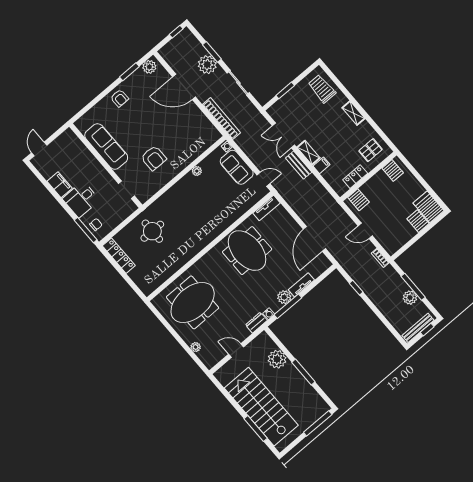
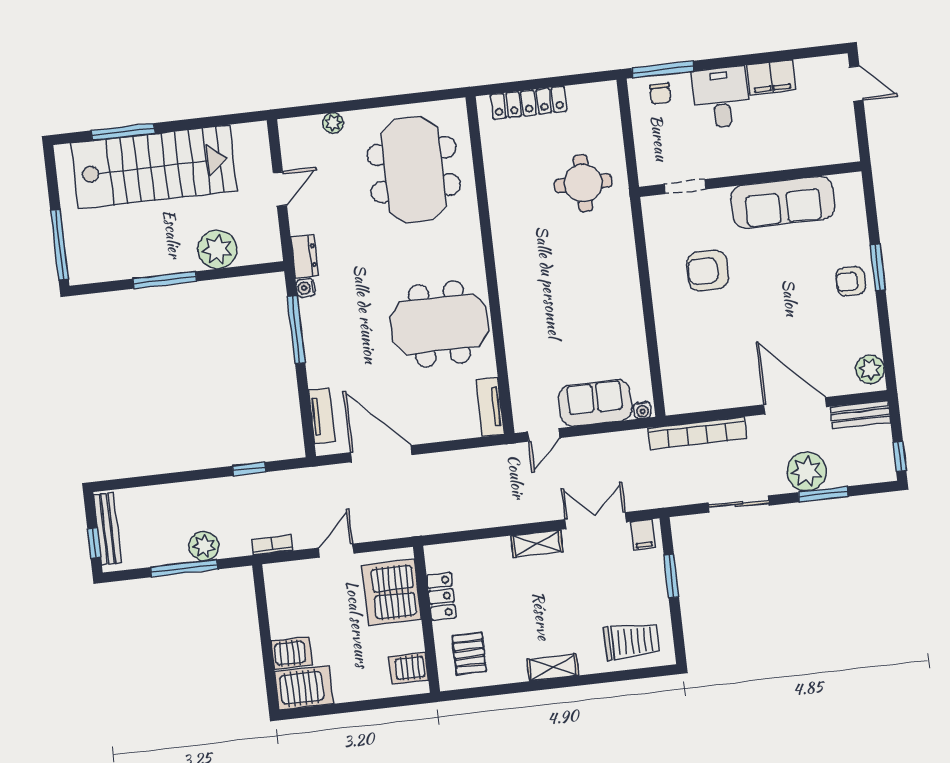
window: (129, 72) -> (878, 267), moved
door: (184, 87) -> (795, 406), hinge flipped
bench: (299, 165) -> (860, 415), moved
filing cabinet: (321, 165) -> (643, 535), moved
plant: (197, 171) -> (635, 330), removed
server rack: (358, 200) -> (392, 592), width x2.18, depth x1.44
locker: (119, 256) -> (529, 103), moved
tv unit: (301, 285) -> (322, 416), moved
plant: (284, 297) -> (316, 334), removed
plant: (410, 298) -> (204, 546), moved

